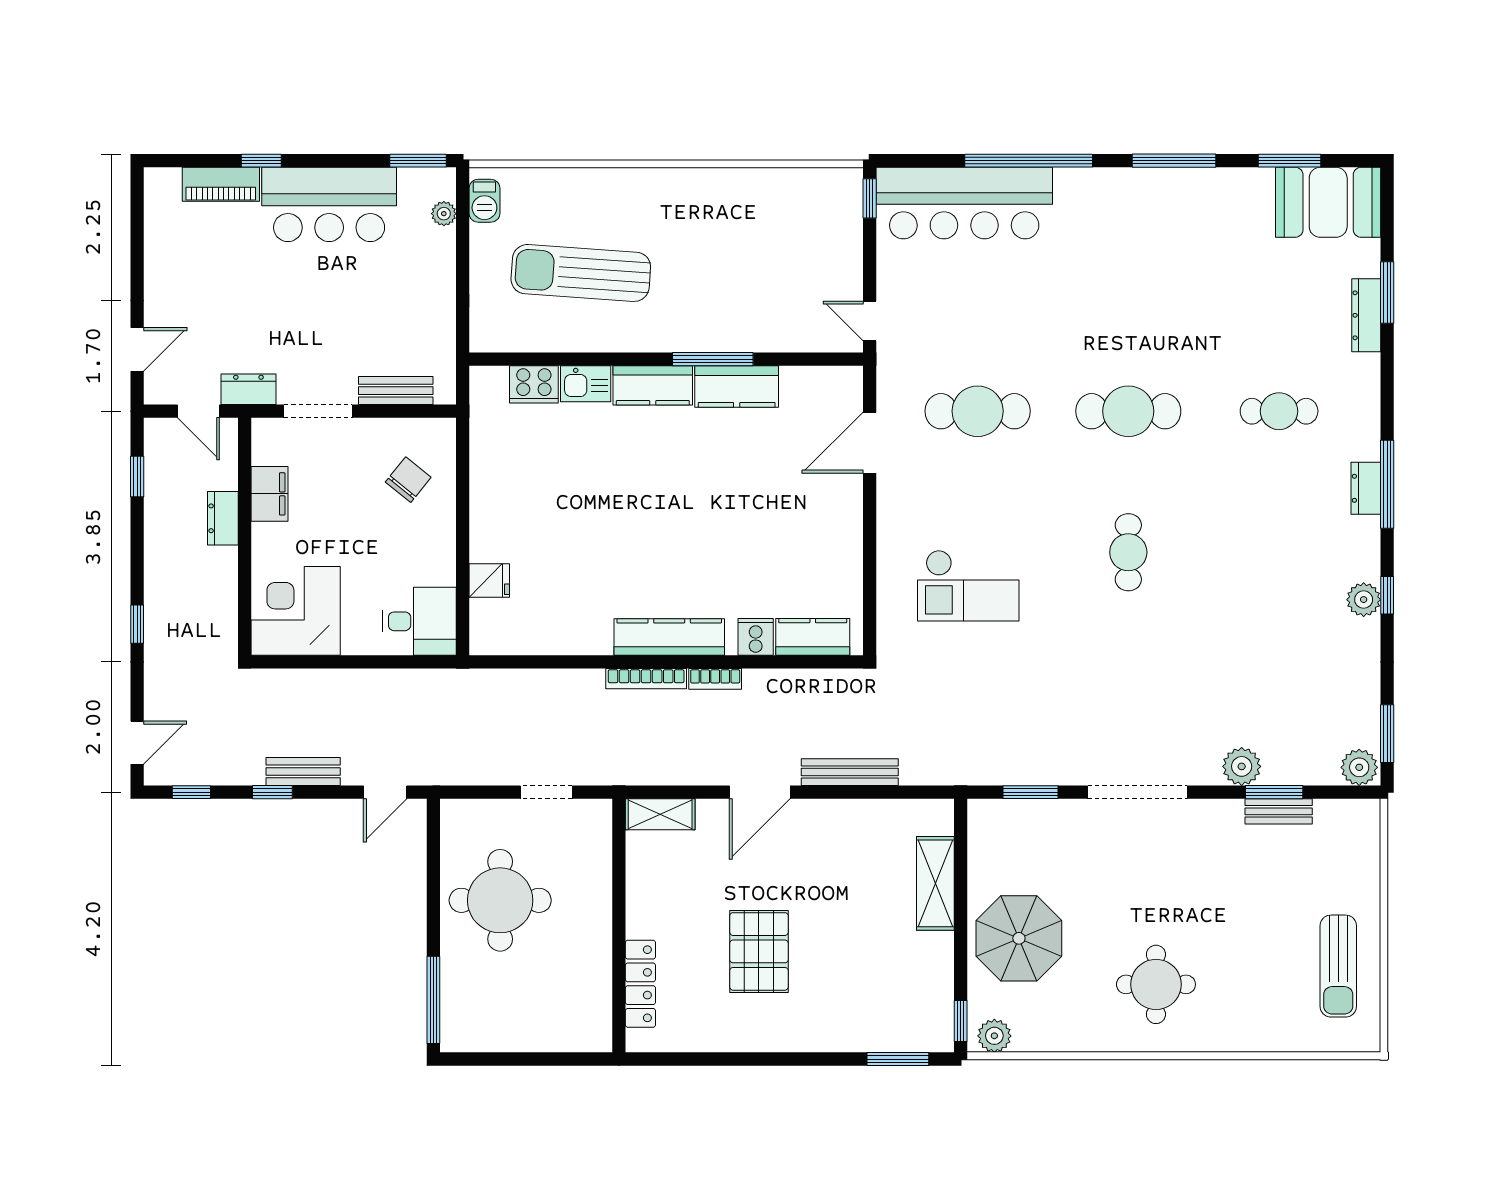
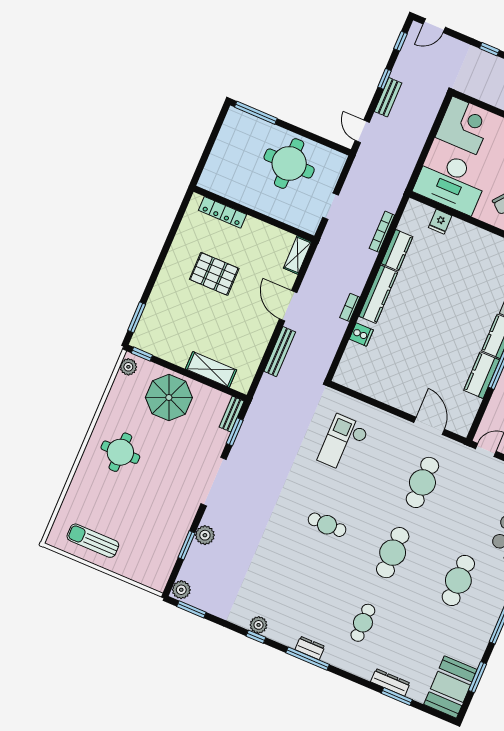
cafe table: (1128, 270) -> (458, 580), added
desk: (419, 621) -> (451, 182), width x1.87, depth x1.30
kitchen counter: (813, 637) -> (397, 250), moved
bookcase: (646, 679) -> (382, 232), moved
door: (137, 743) -> (434, 26), hinge flipped
bench: (1279, 811) -> (232, 414), moved

